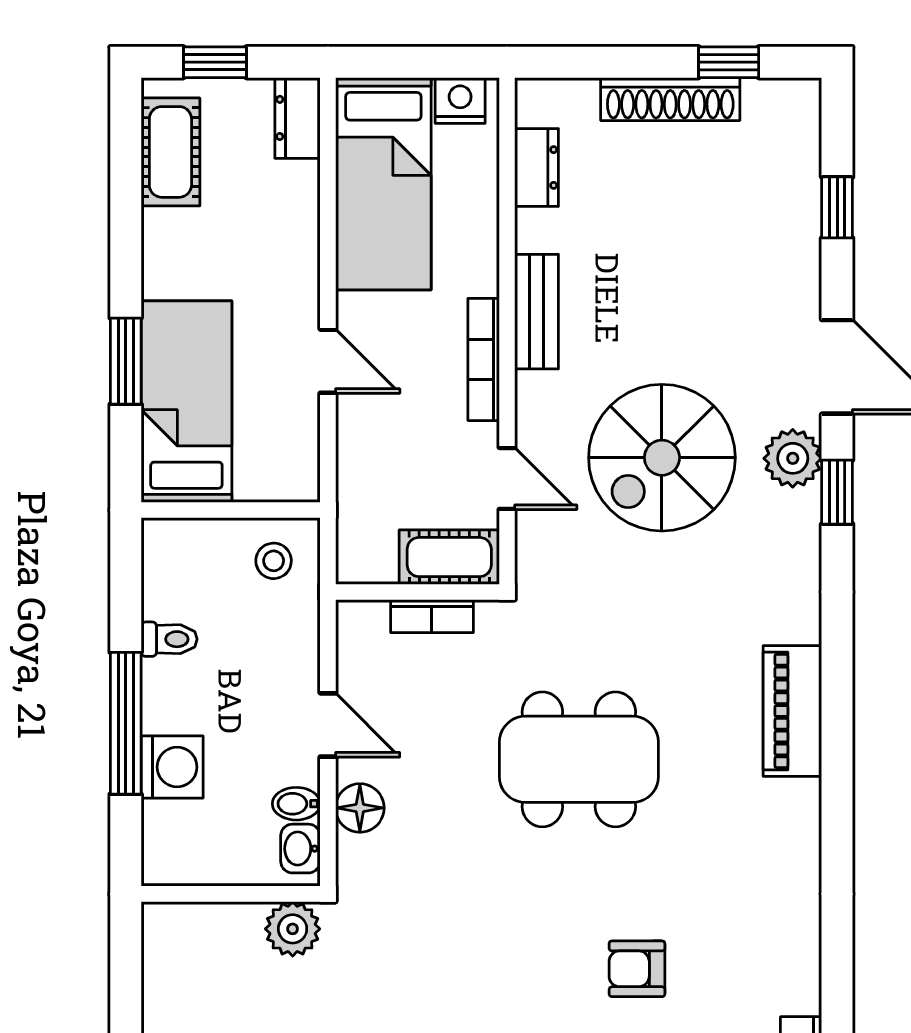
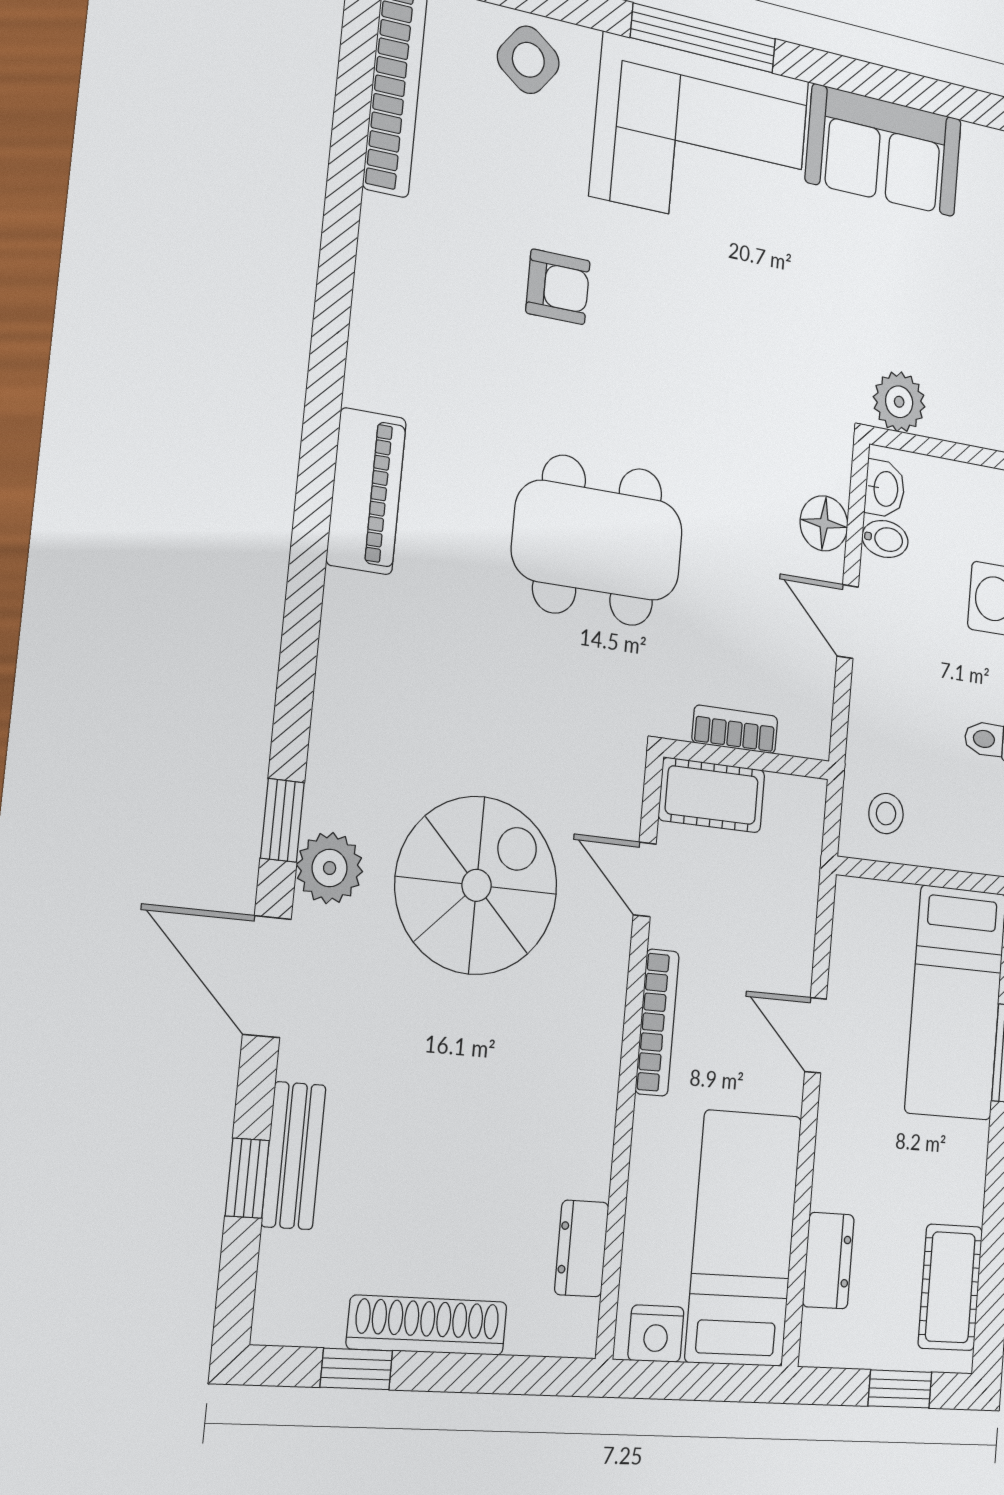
dresser: (297, 118) -> (828, 1261), moved
bench: (537, 312) -> (294, 1156), moved
piano: (792, 711) -> (366, 491), moved

